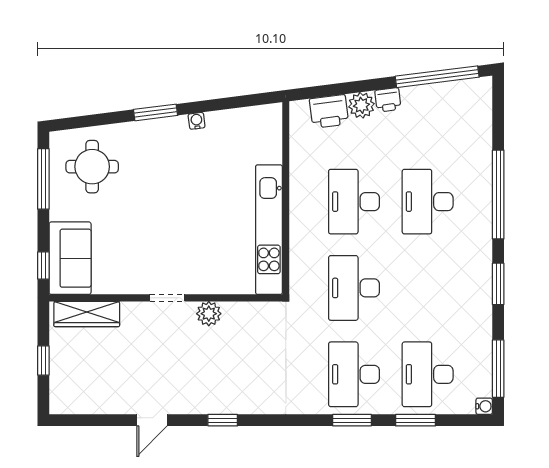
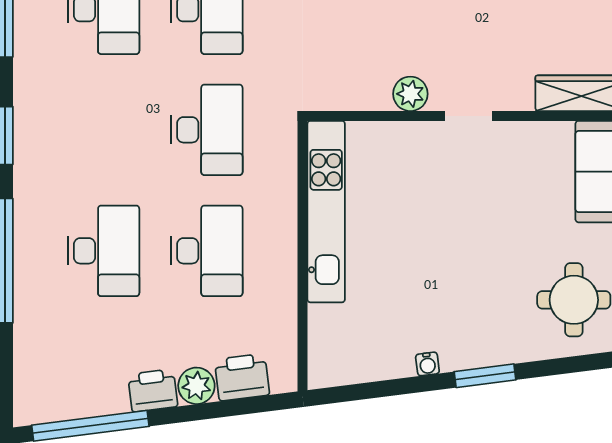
printer: (388, 100) -> (153, 390), width x1.36, depth x1.24

